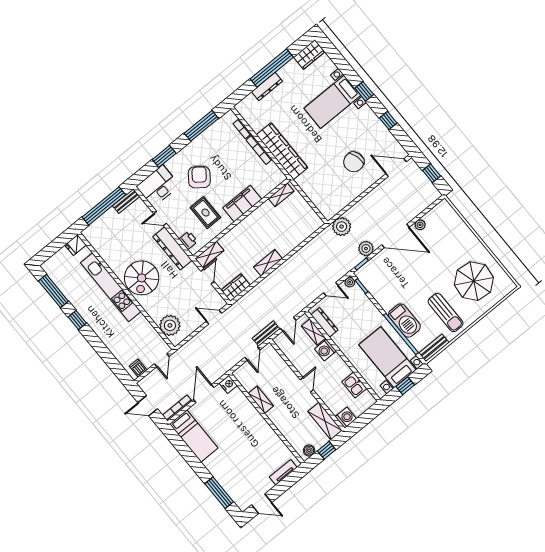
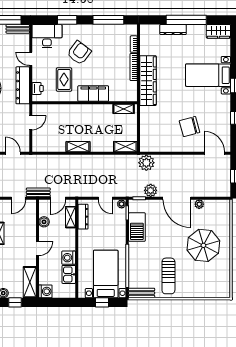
shelving: (209, 255) -> (125, 147), moved
parasol: (474, 281) -> (203, 245), moved
wardrobe: (236, 288) -> (43, 146), removed
barbecue: (404, 321) -> (137, 227), moved
washing machine: (325, 350) -> (69, 258), moved
boiler: (293, 356) -> (44, 222), added

